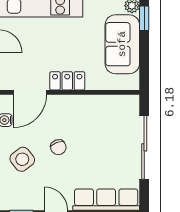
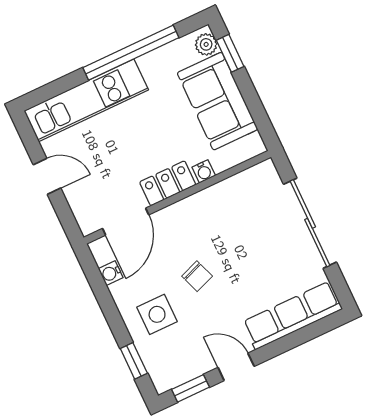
water cooler: (93, 84) -> (204, 171), added
side table: (22, 159) -> (157, 314), turned 38

